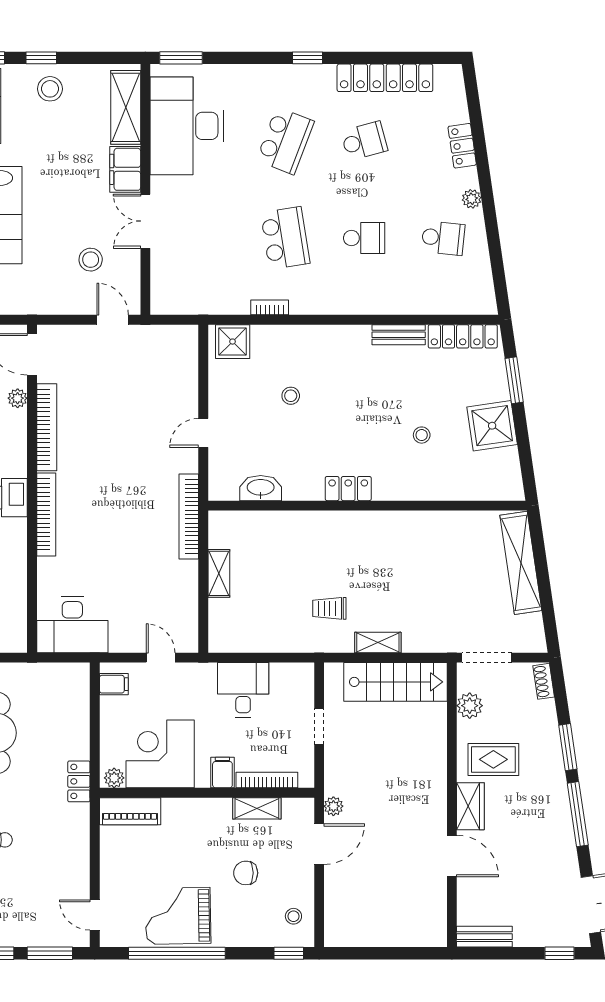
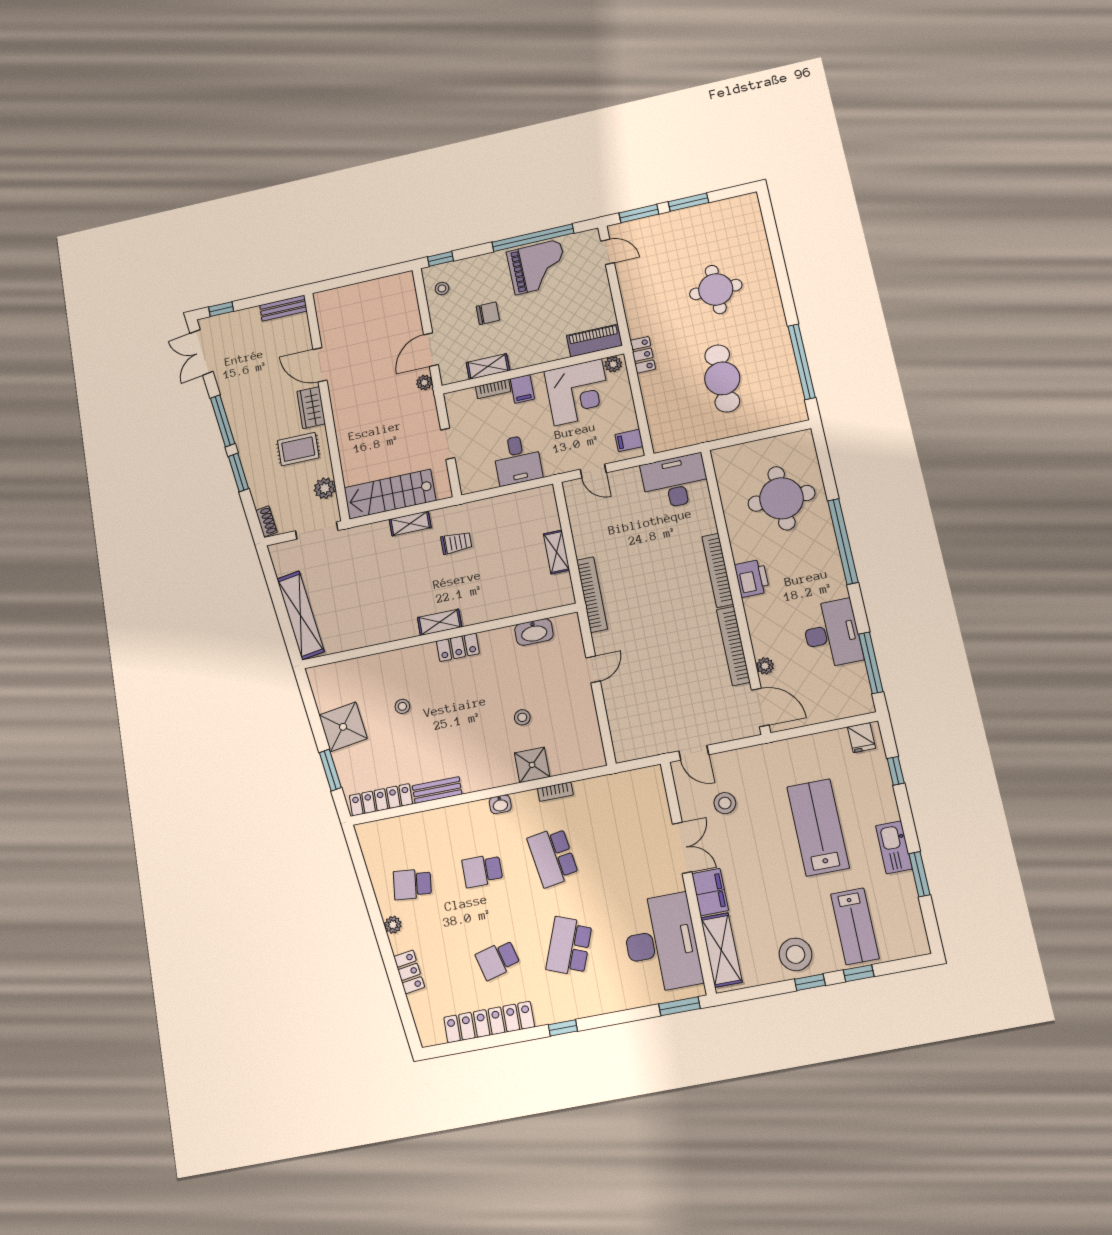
stool: (50, 89) -> (795, 954), width x1.38, depth x1.38
washbasin: (332, 306) -> (500, 804), added
shower: (233, 342) -> (532, 765), moved
shelving: (364, 521) -> (440, 622), added
bookcase: (267, 780) -> (493, 389), width x0.64

